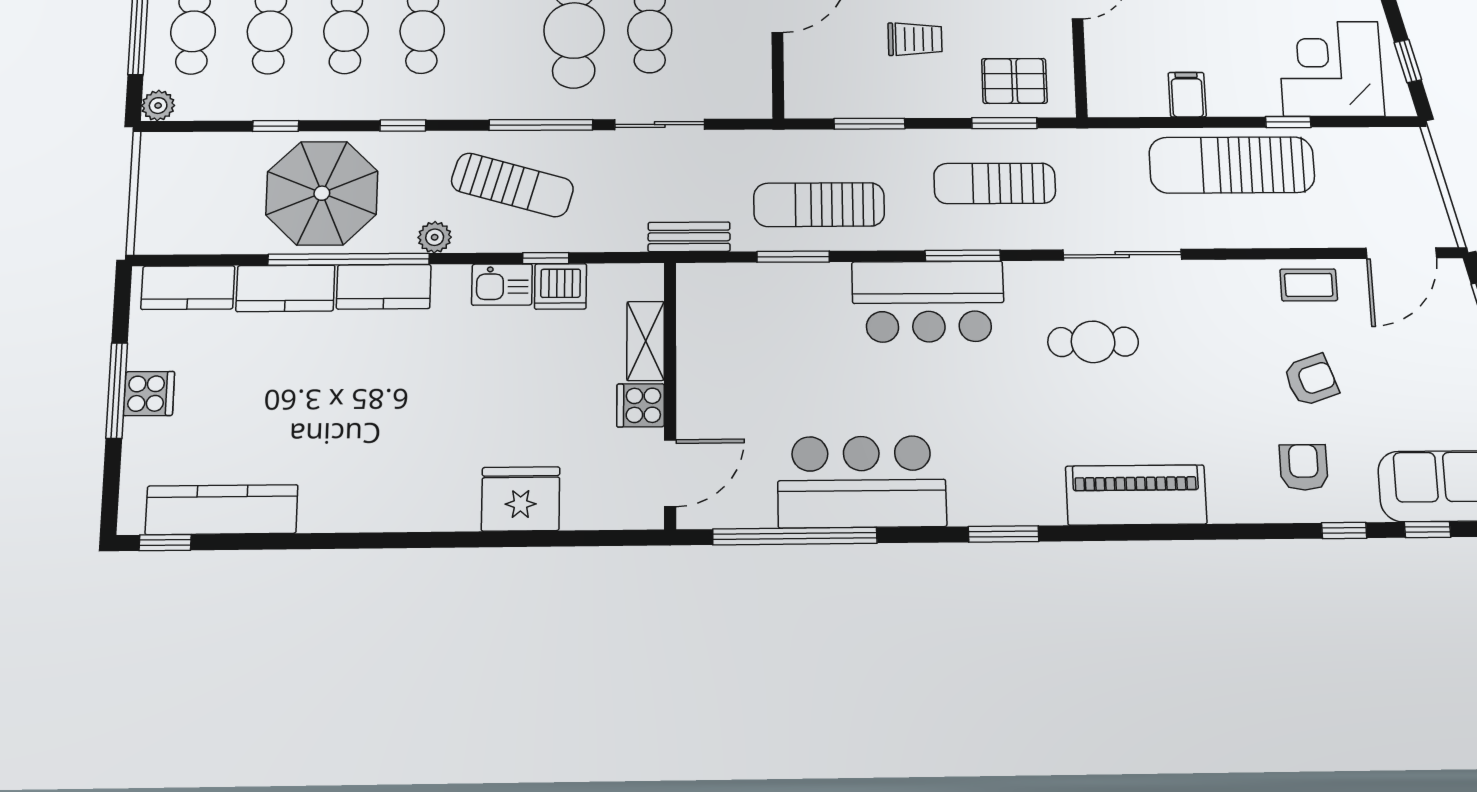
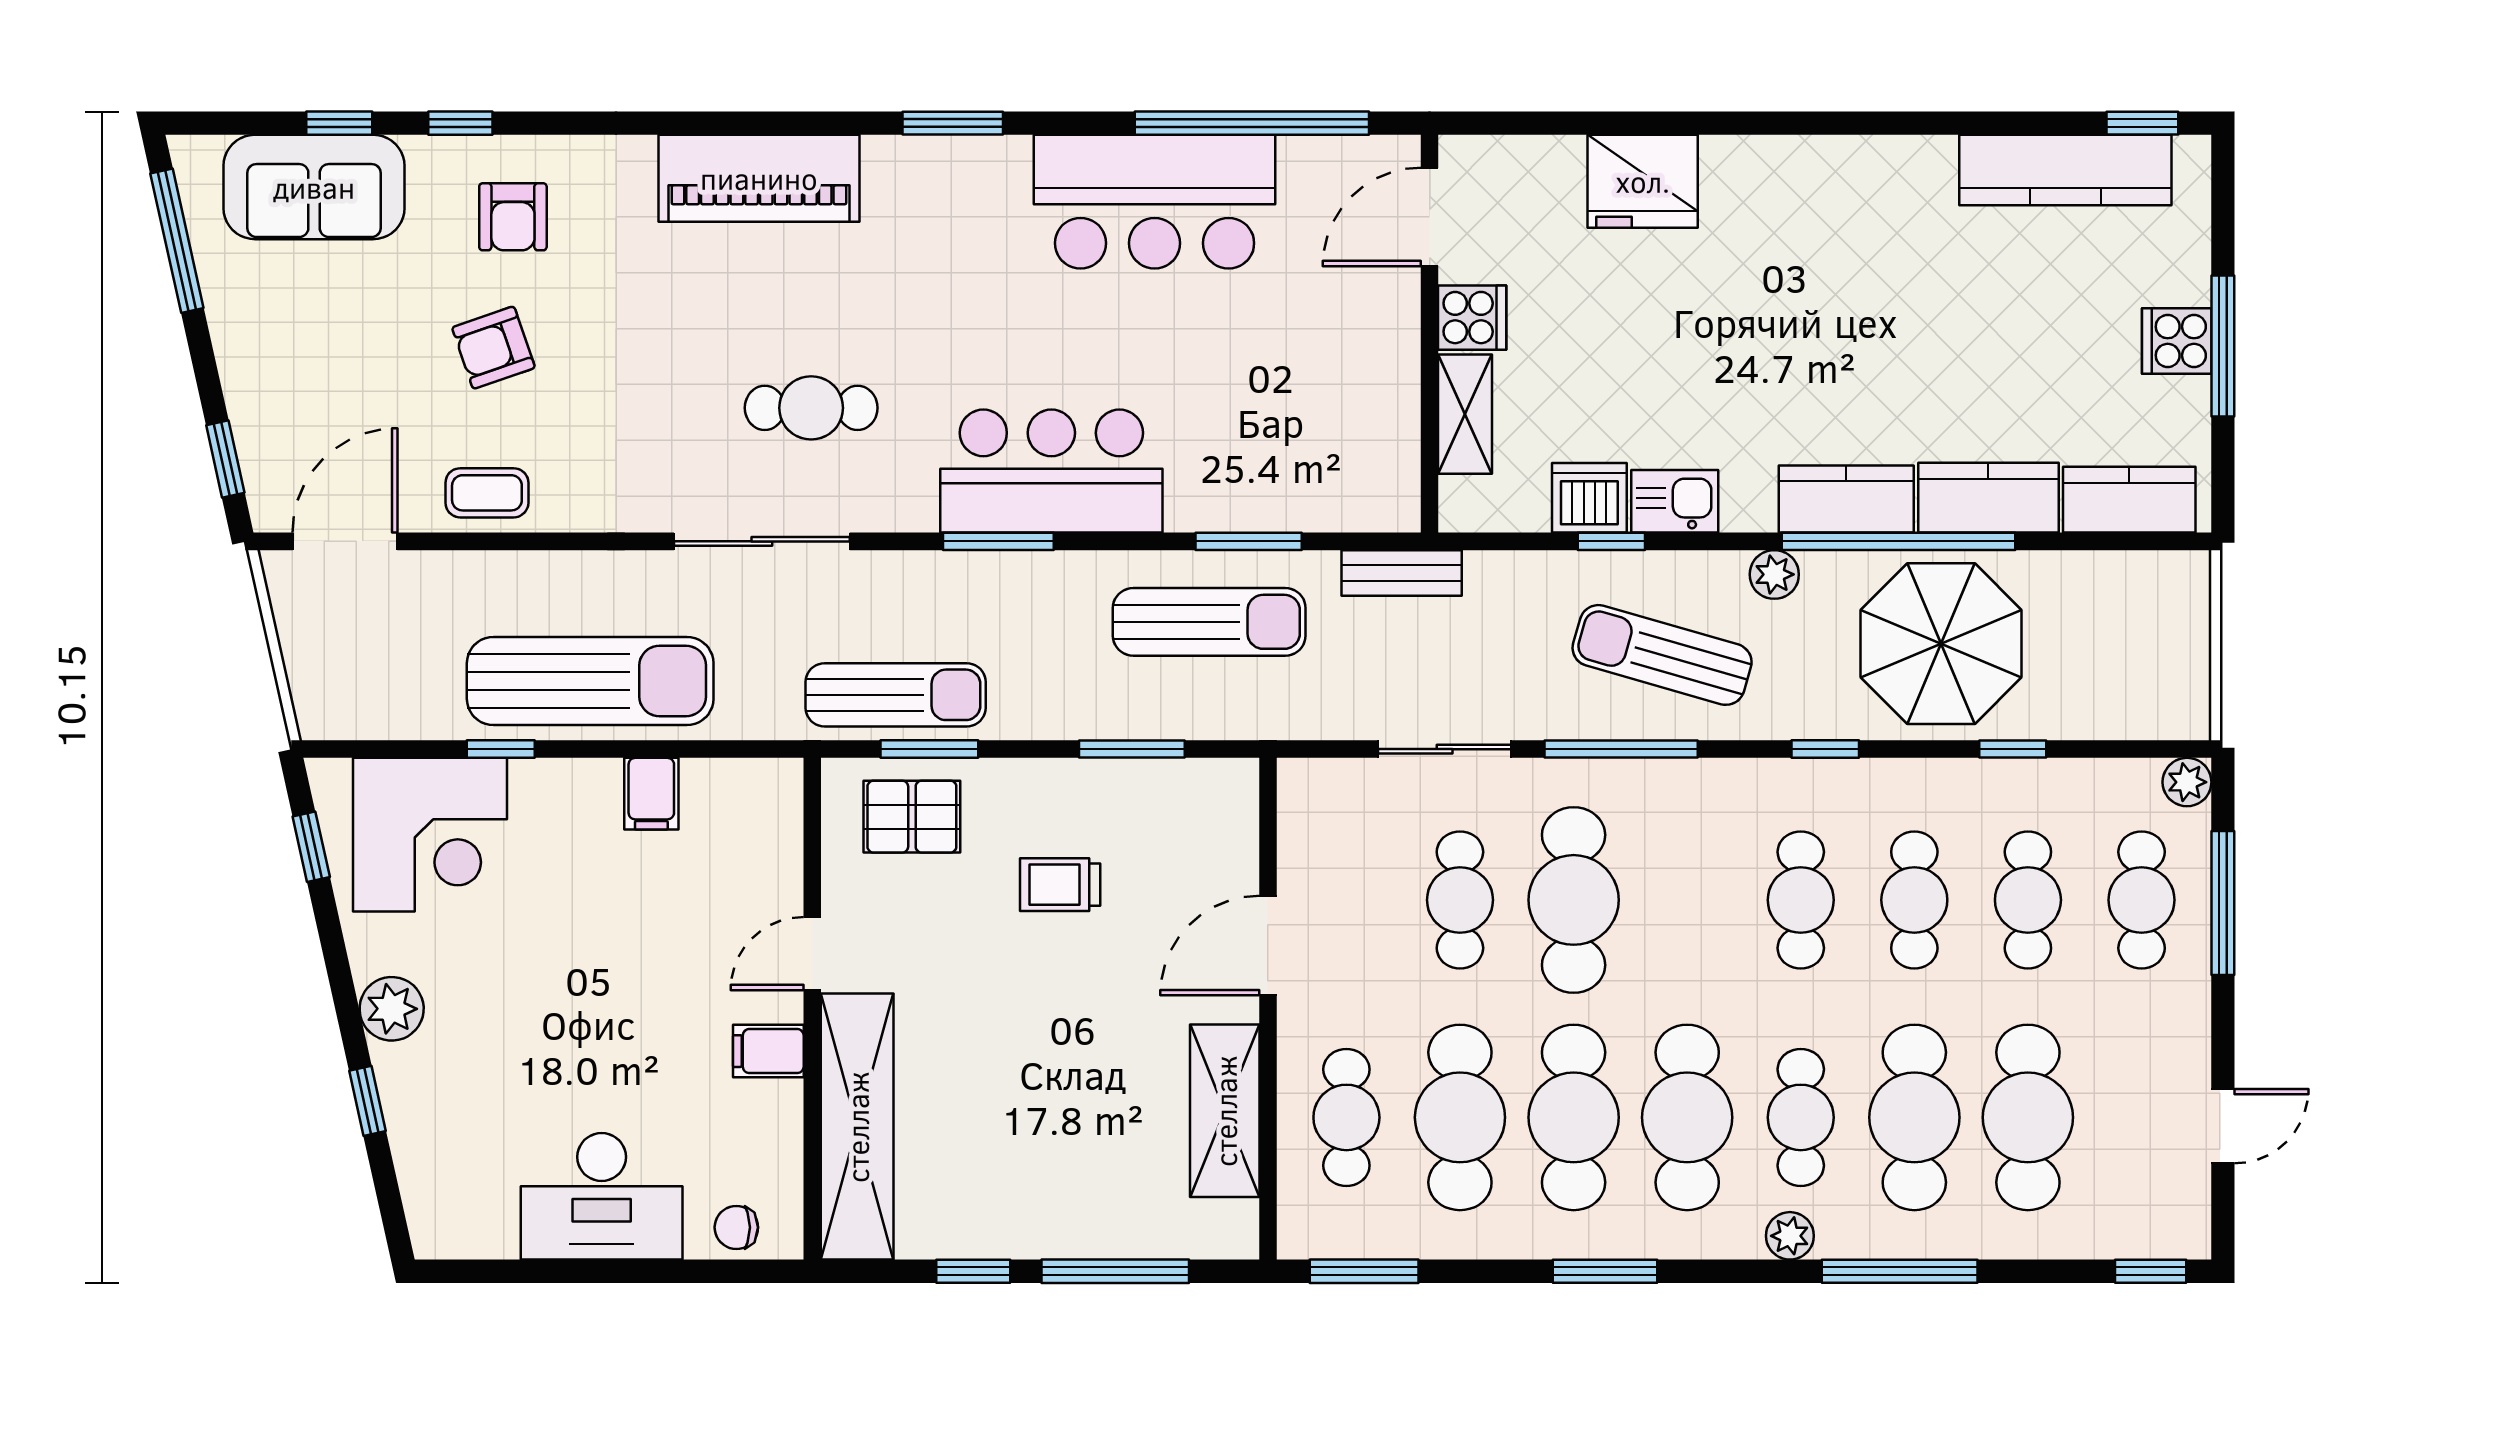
sun lounger: (995, 183) -> (896, 695), moved

